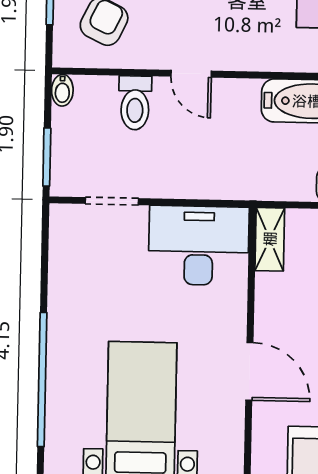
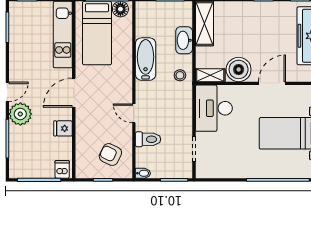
door: (191, 74) -> (134, 113), swing flipped
stool: (271, 174) -> (180, 75), added
boiler: (281, 300) -> (239, 69), added

